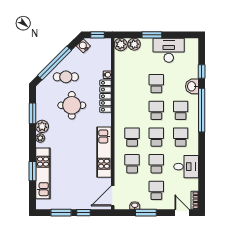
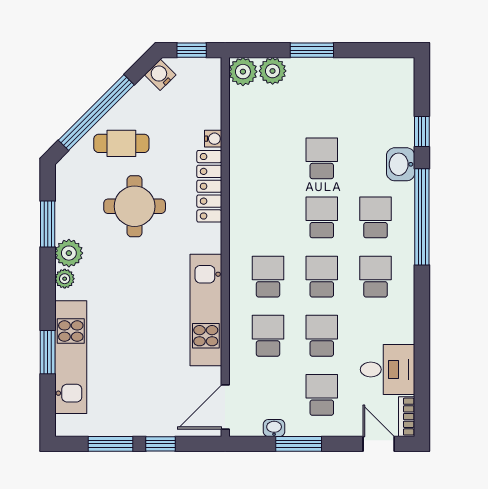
desk: (169, 50) -> (349, 84), removed
desk: (186, 167) -> (388, 369), moved

